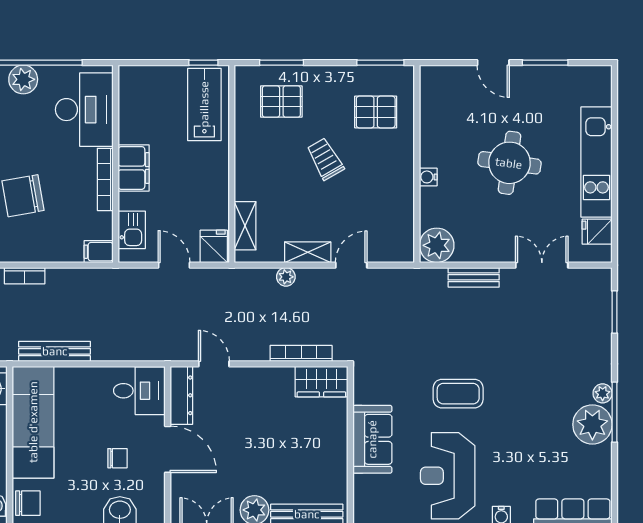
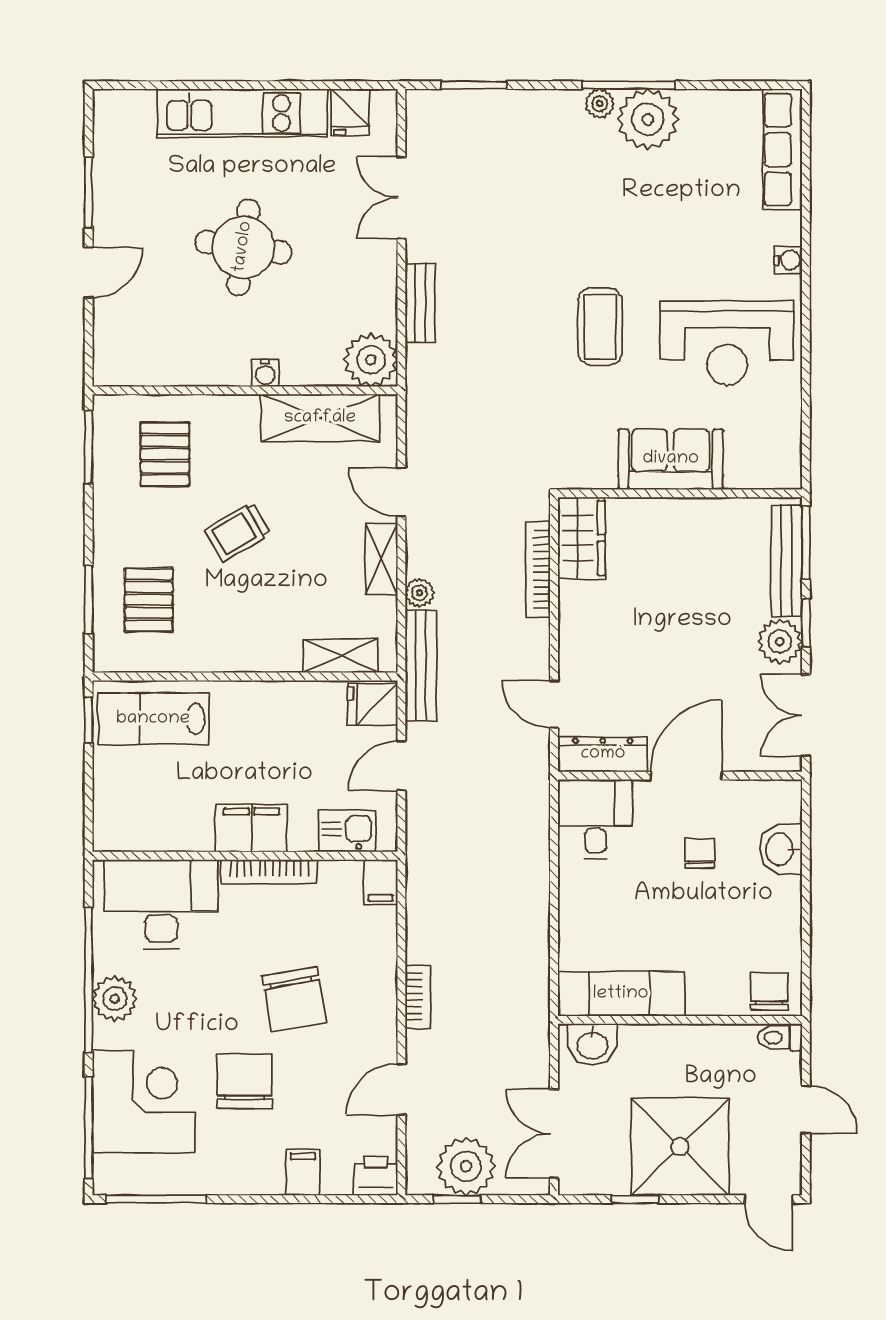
shelving: (399, 212) -> (320, 418), added
bench: (55, 351) -> (421, 666), moved
door: (214, 364) -> (554, 704), hinge flipped
exam couch: (33, 422) -> (621, 994), width x0.73, depth x0.69

